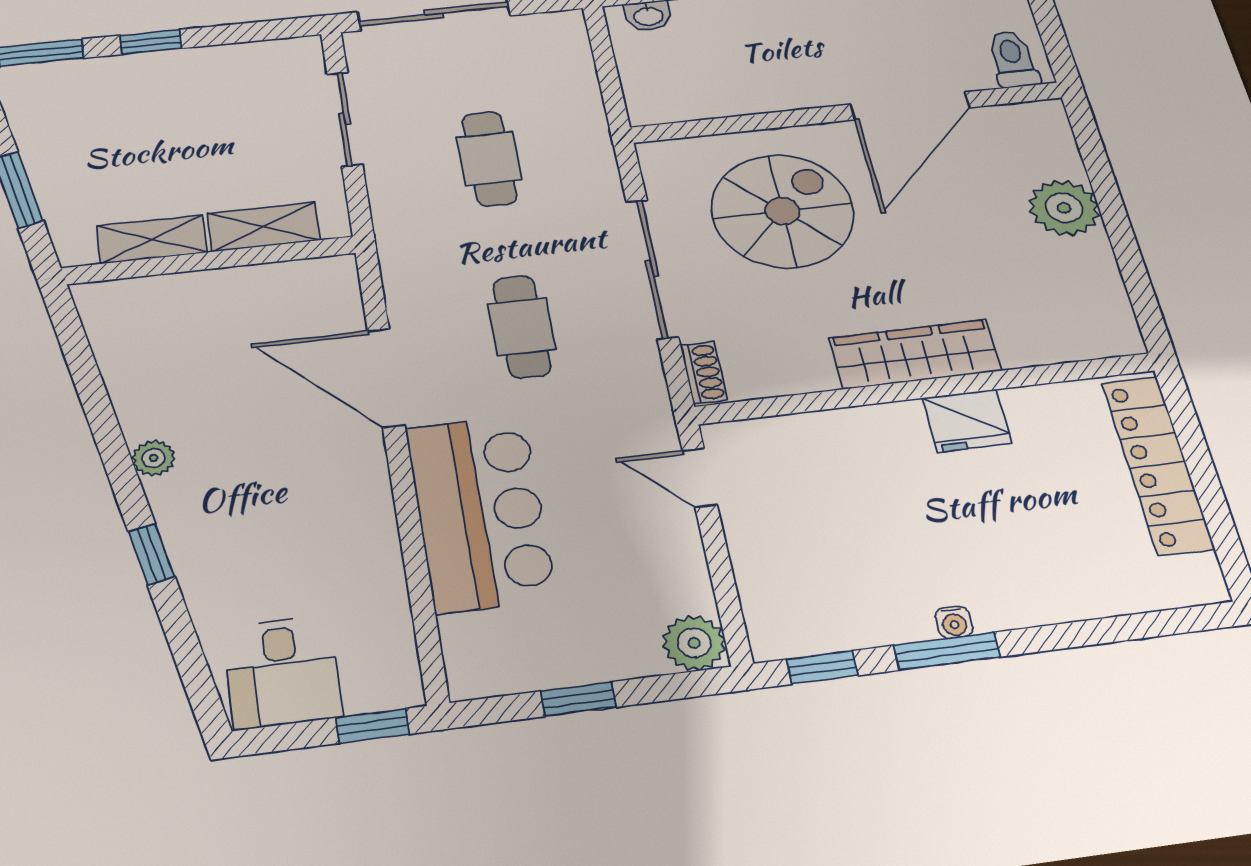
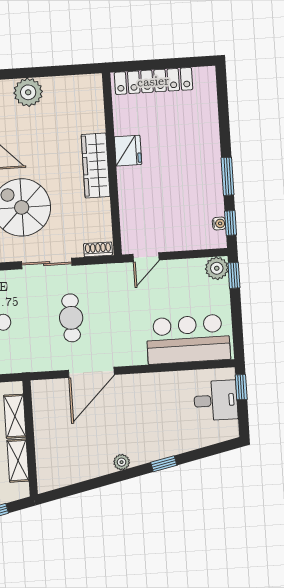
sliding door: (652, 269) -> (47, 264), width x0.73
cafe table: (522, 327) -> (71, 318), turned 90
bar counter: (480, 513) -> (188, 339), moved
water cooler: (954, 622) -> (219, 223), moved
desk: (282, 672) -> (216, 400), moved
window: (578, 699) -> (234, 275), moved

